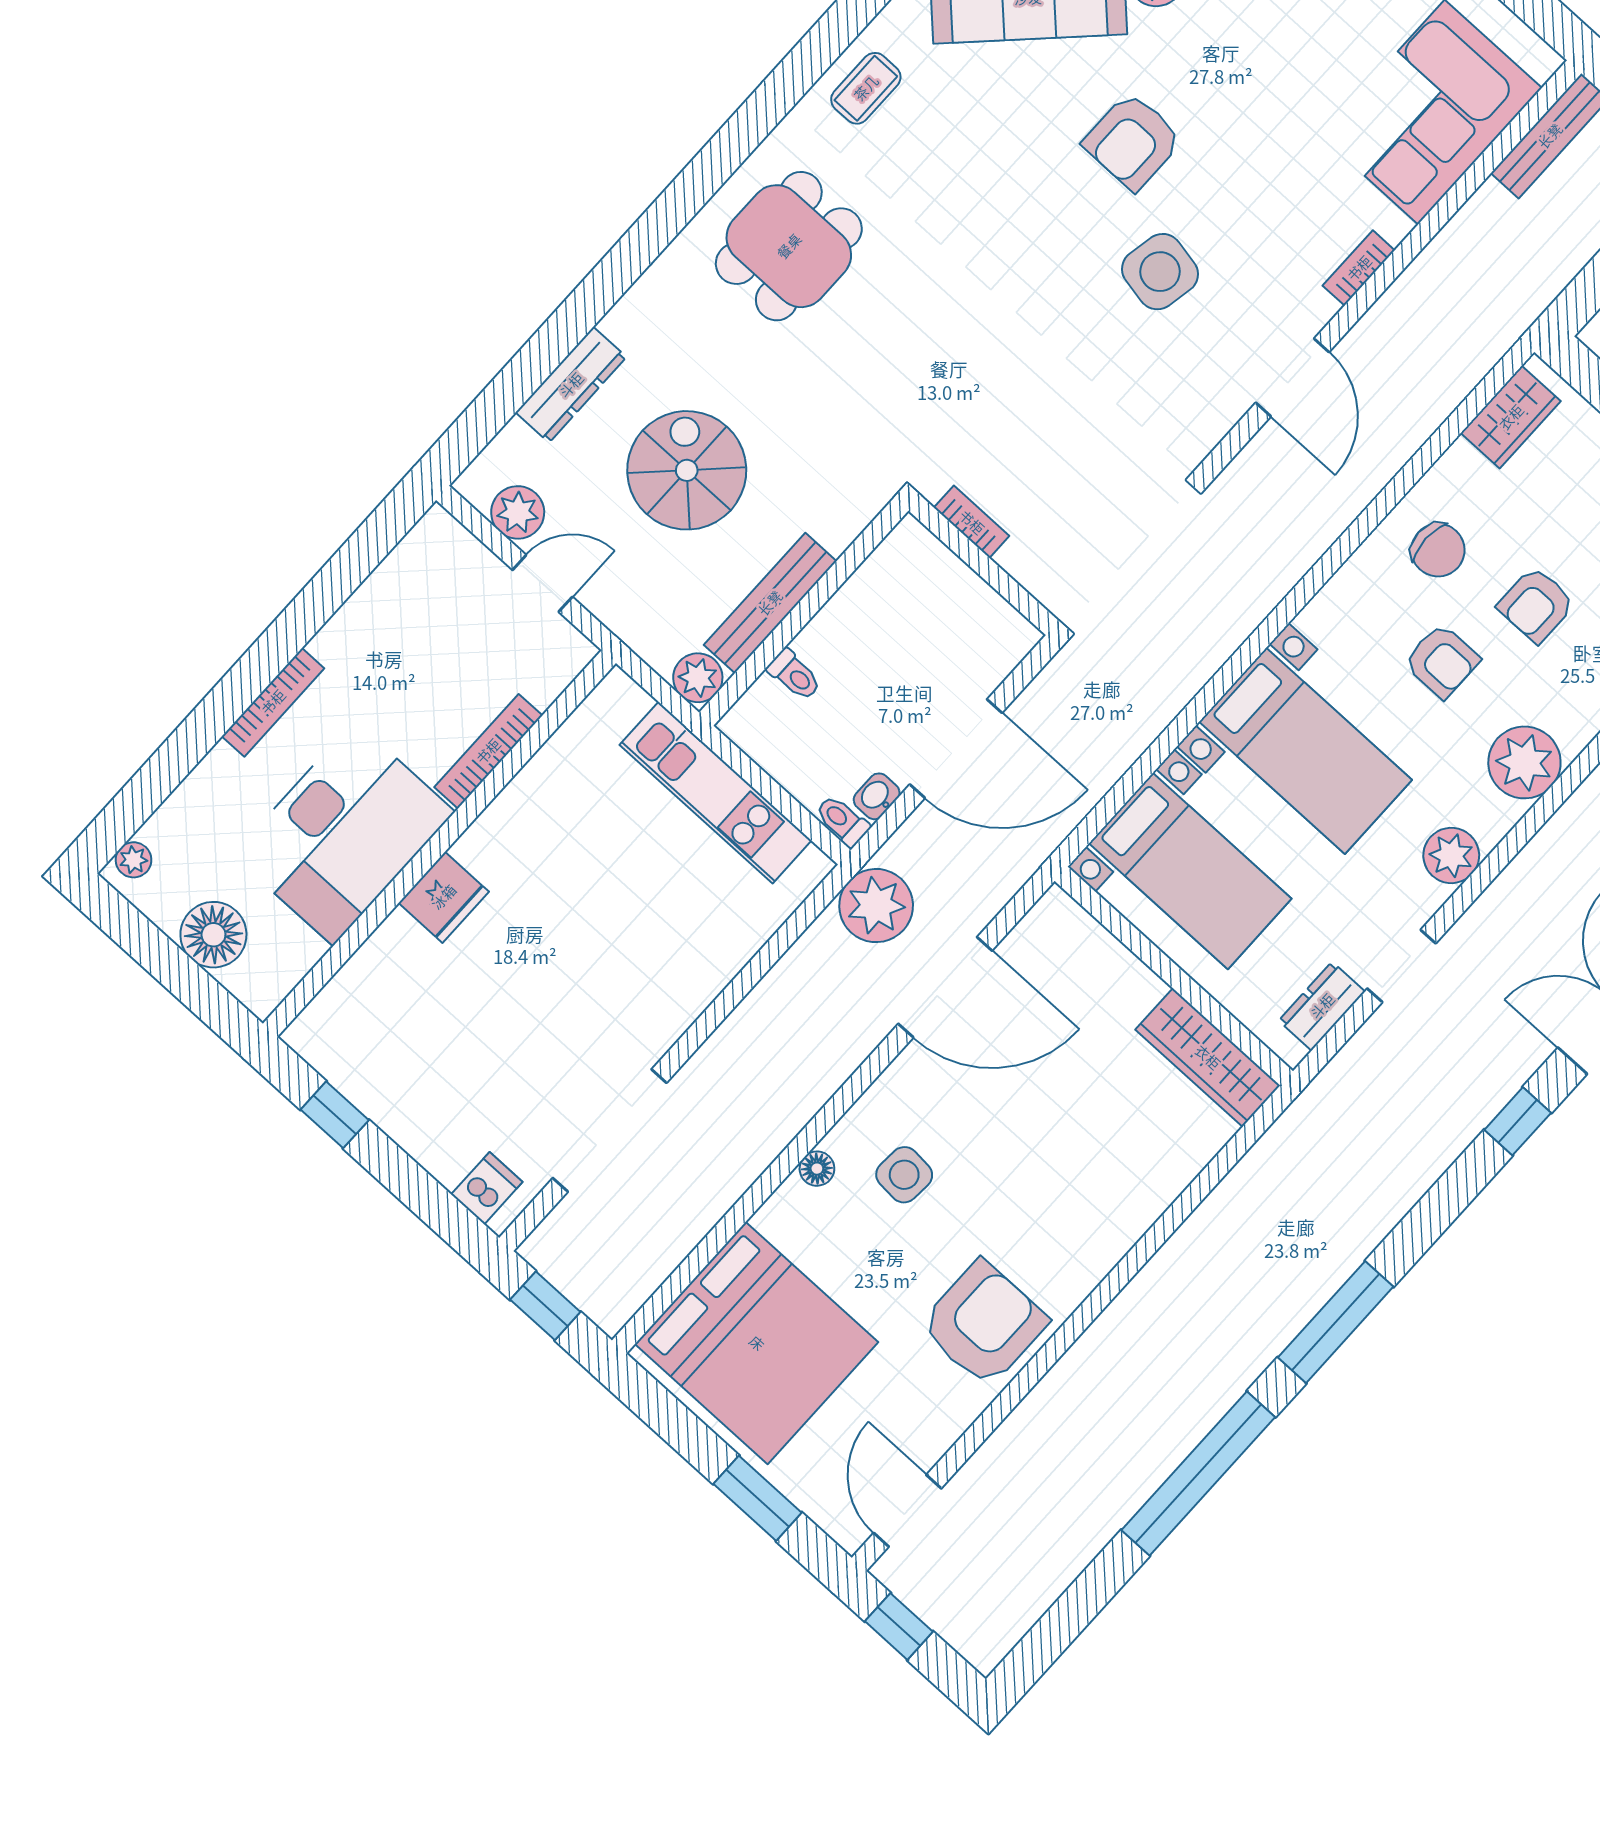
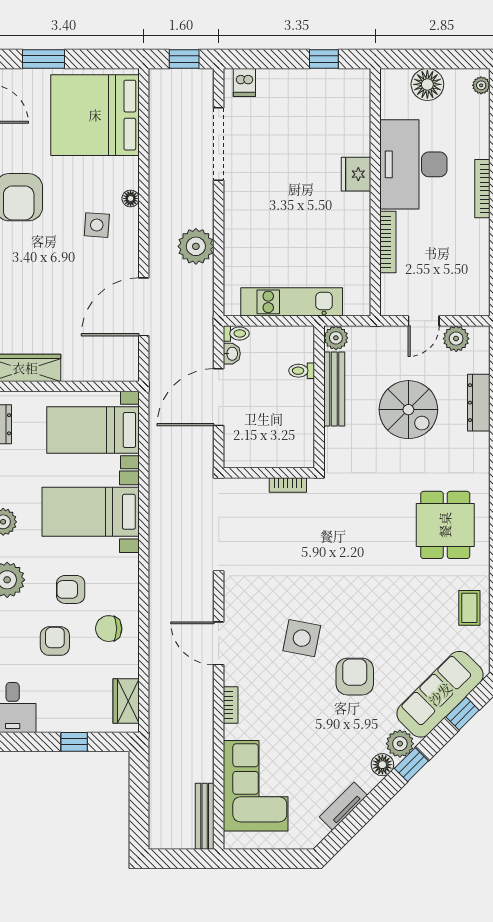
plant: (876, 906) -> (196, 246), moved

